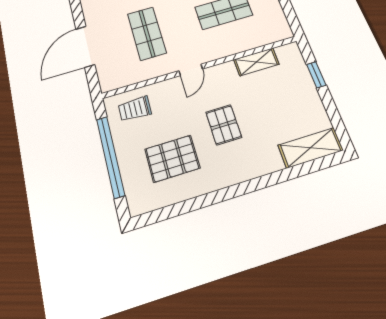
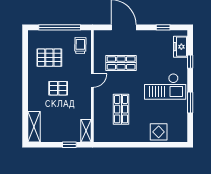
shelving: (256, 62) -> (86, 131), moved
door: (191, 70) -> (92, 81), swing flipped
pallet: (172, 159) -> (49, 58), turned 90

